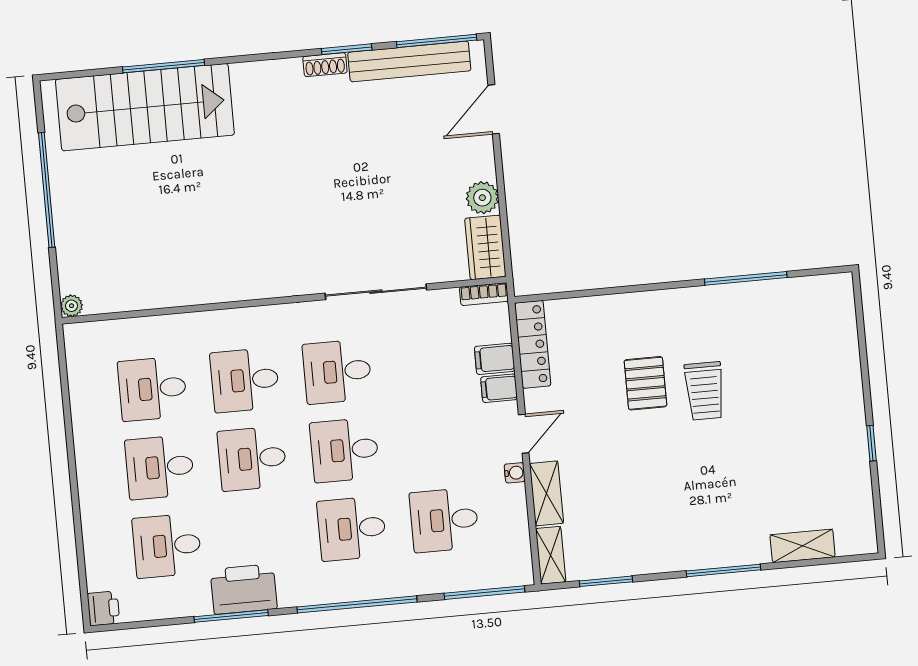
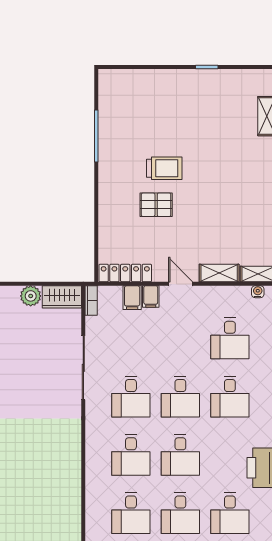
water cooler: (515, 473) -> (258, 292), moved

